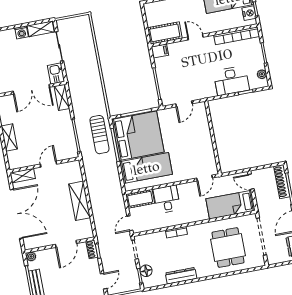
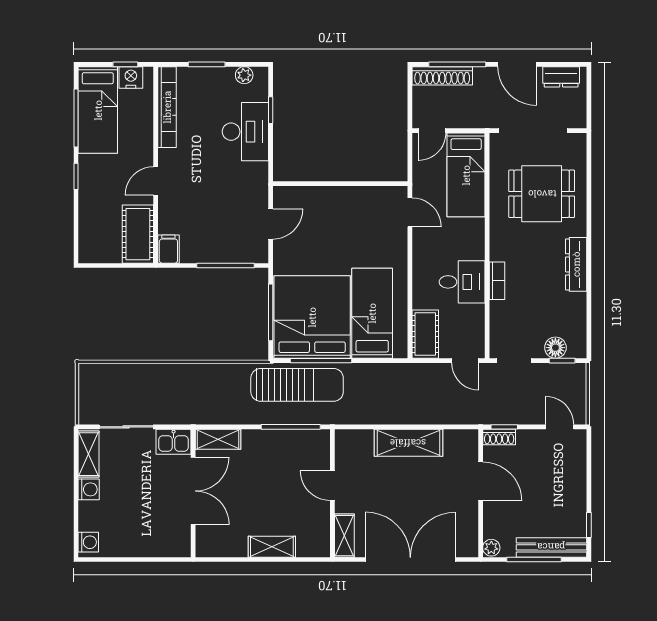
door: (184, 104) -> (271, 224), hinge flipped
sun lounger: (99, 135) -> (297, 385), width x1.36, depth x1.34
desk: (167, 199) -> (462, 282), moved, turned 180
dresser: (181, 276) -> (576, 264), moved

